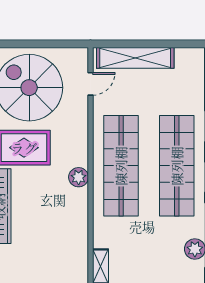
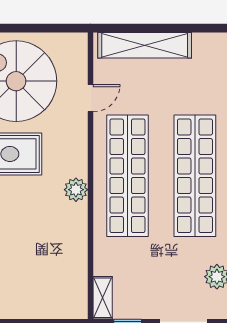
door: (90, 84) -> (90, 98), moved

